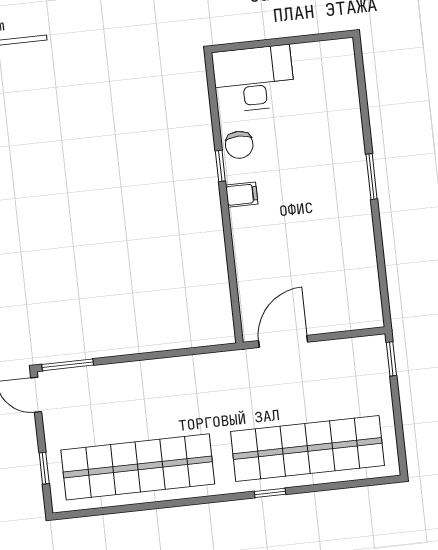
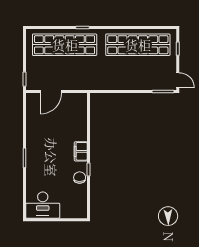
desk: (254, 79) -> (43, 205), moved
filing cabinet: (242, 195) -> (81, 151), width x2.00
door: (283, 341) -> (51, 92), moved

